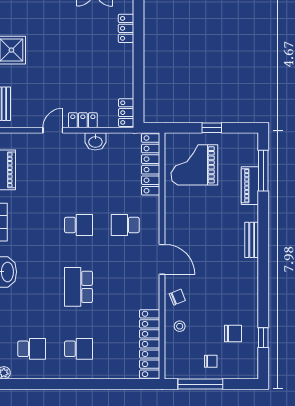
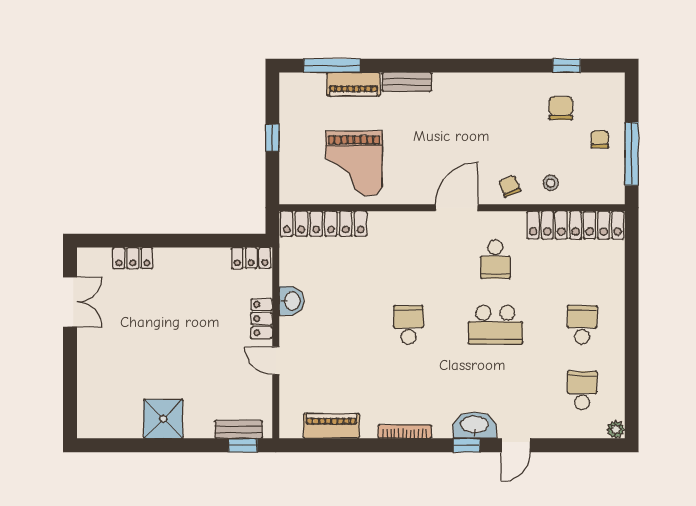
grand piano: (194, 165) -> (354, 163), moved
school desk: (125, 225) -> (495, 259), moved
bench: (252, 240) -> (407, 82), moved

